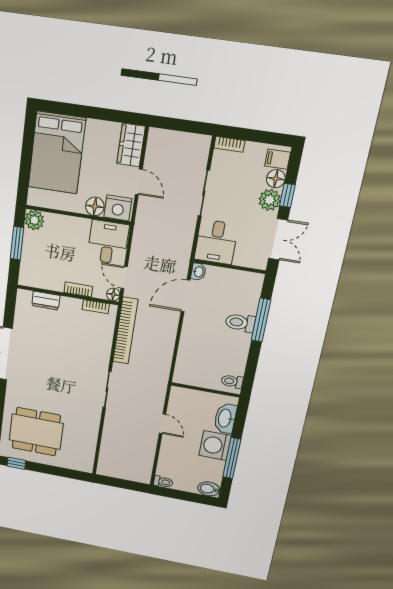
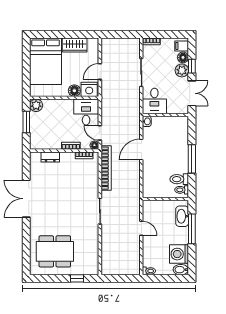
wardrobe: (131, 145) -> (75, 45), moved, turned -90
door: (139, 182) -> (100, 72), swing flipped
door: (185, 296) -> (141, 149), moved
window: (261, 320) -> (192, 159), moved
toilet: (240, 323) -> (179, 179), moved
washing machine: (215, 445) -> (179, 254), moved
window: (232, 458) -> (192, 229), moved
window: (16, 463) -> (77, 278), moved

